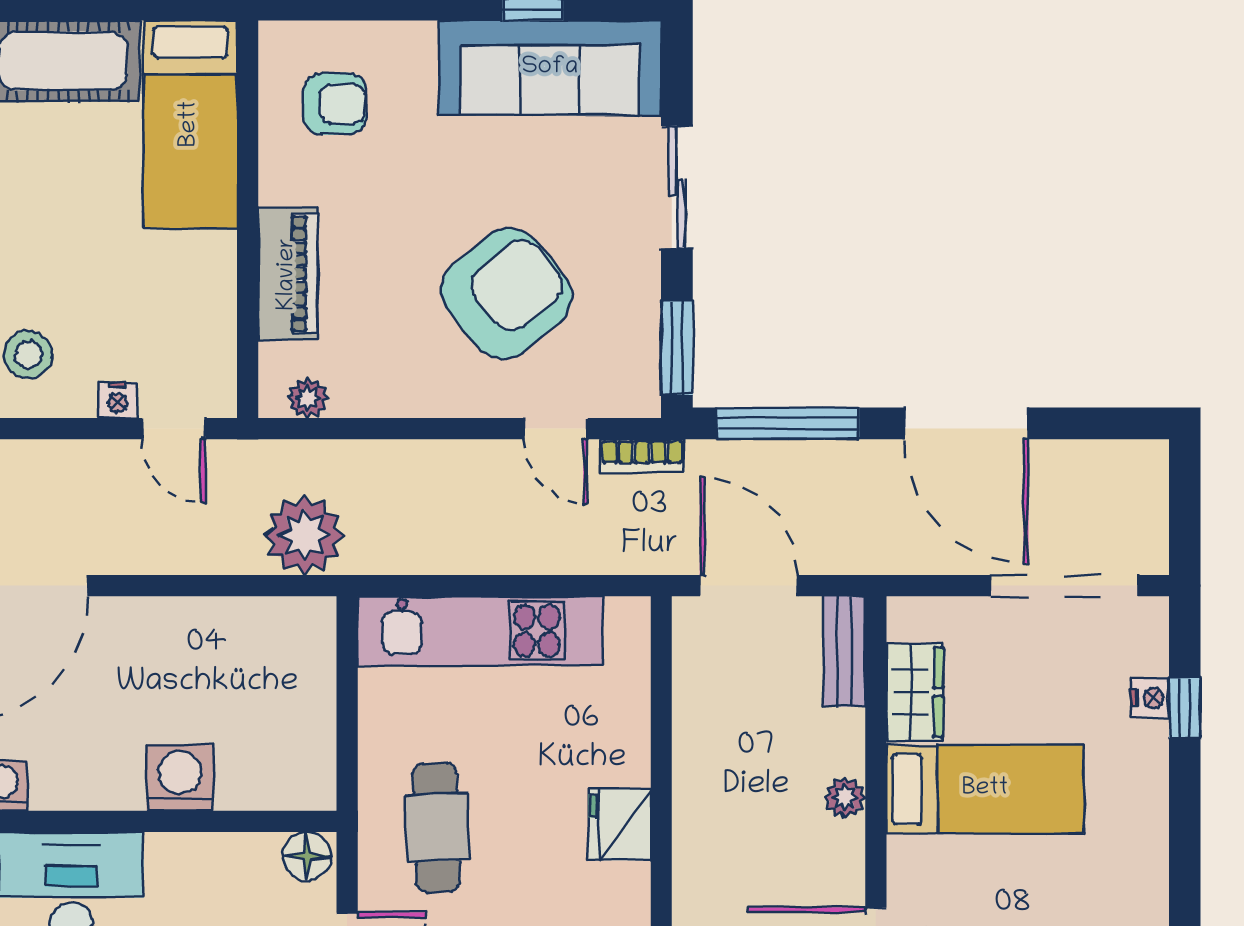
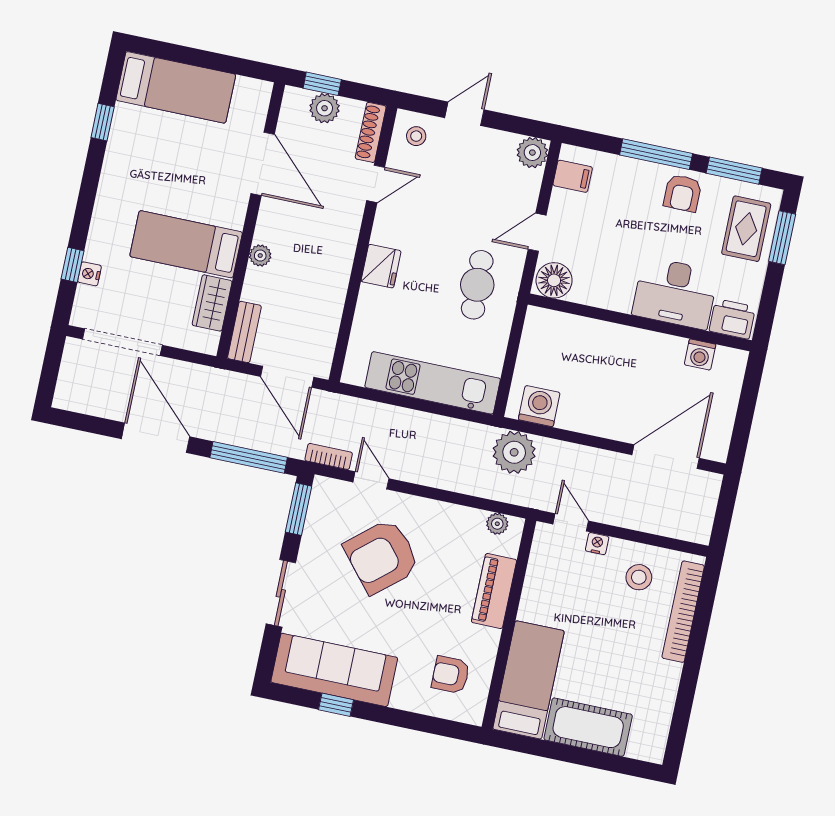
washing machine: (180, 778) -> (539, 406), moved, turned 180
floor lamp: (307, 856) -> (554, 280), width x1.38, depth x1.38

